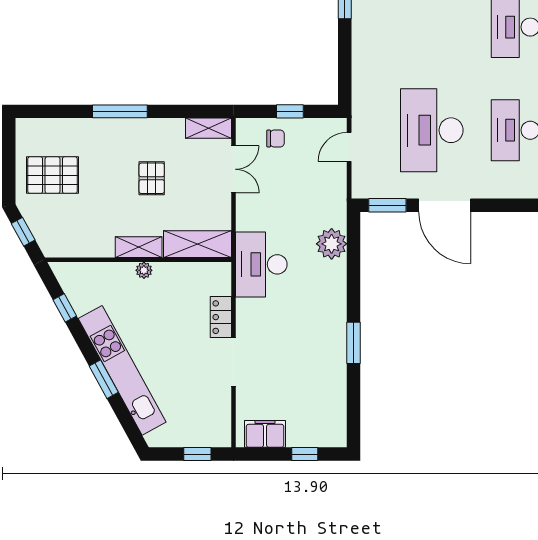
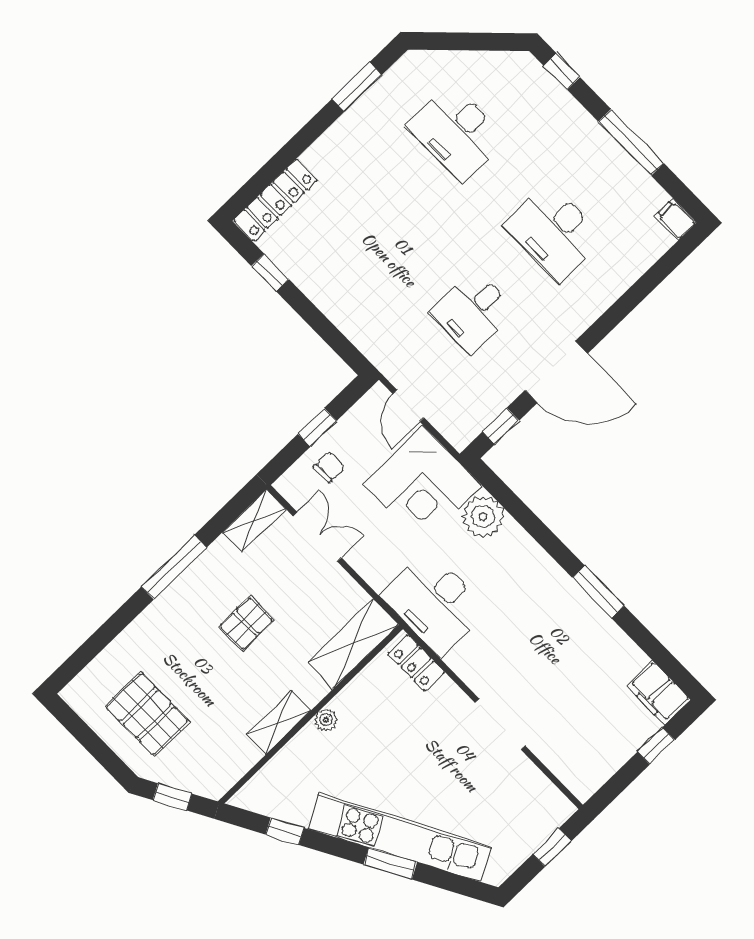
window: (120, 111) -> (174, 567), moved
desk: (432, 130) -> (473, 311), width x0.53, depth x0.77
pallet: (53, 175) -> (147, 714), turned 90
pallet: (152, 178) -> (246, 623), turned 90
corner desk: (316, 196) -> (422, 484), added
window: (387, 205) -> (501, 426), width x0.67
shelving: (139, 247) -> (279, 722), moved
locker: (221, 317) -> (416, 663), moved
filing cabinet: (265, 434) -> (659, 693), moved, turned -90

